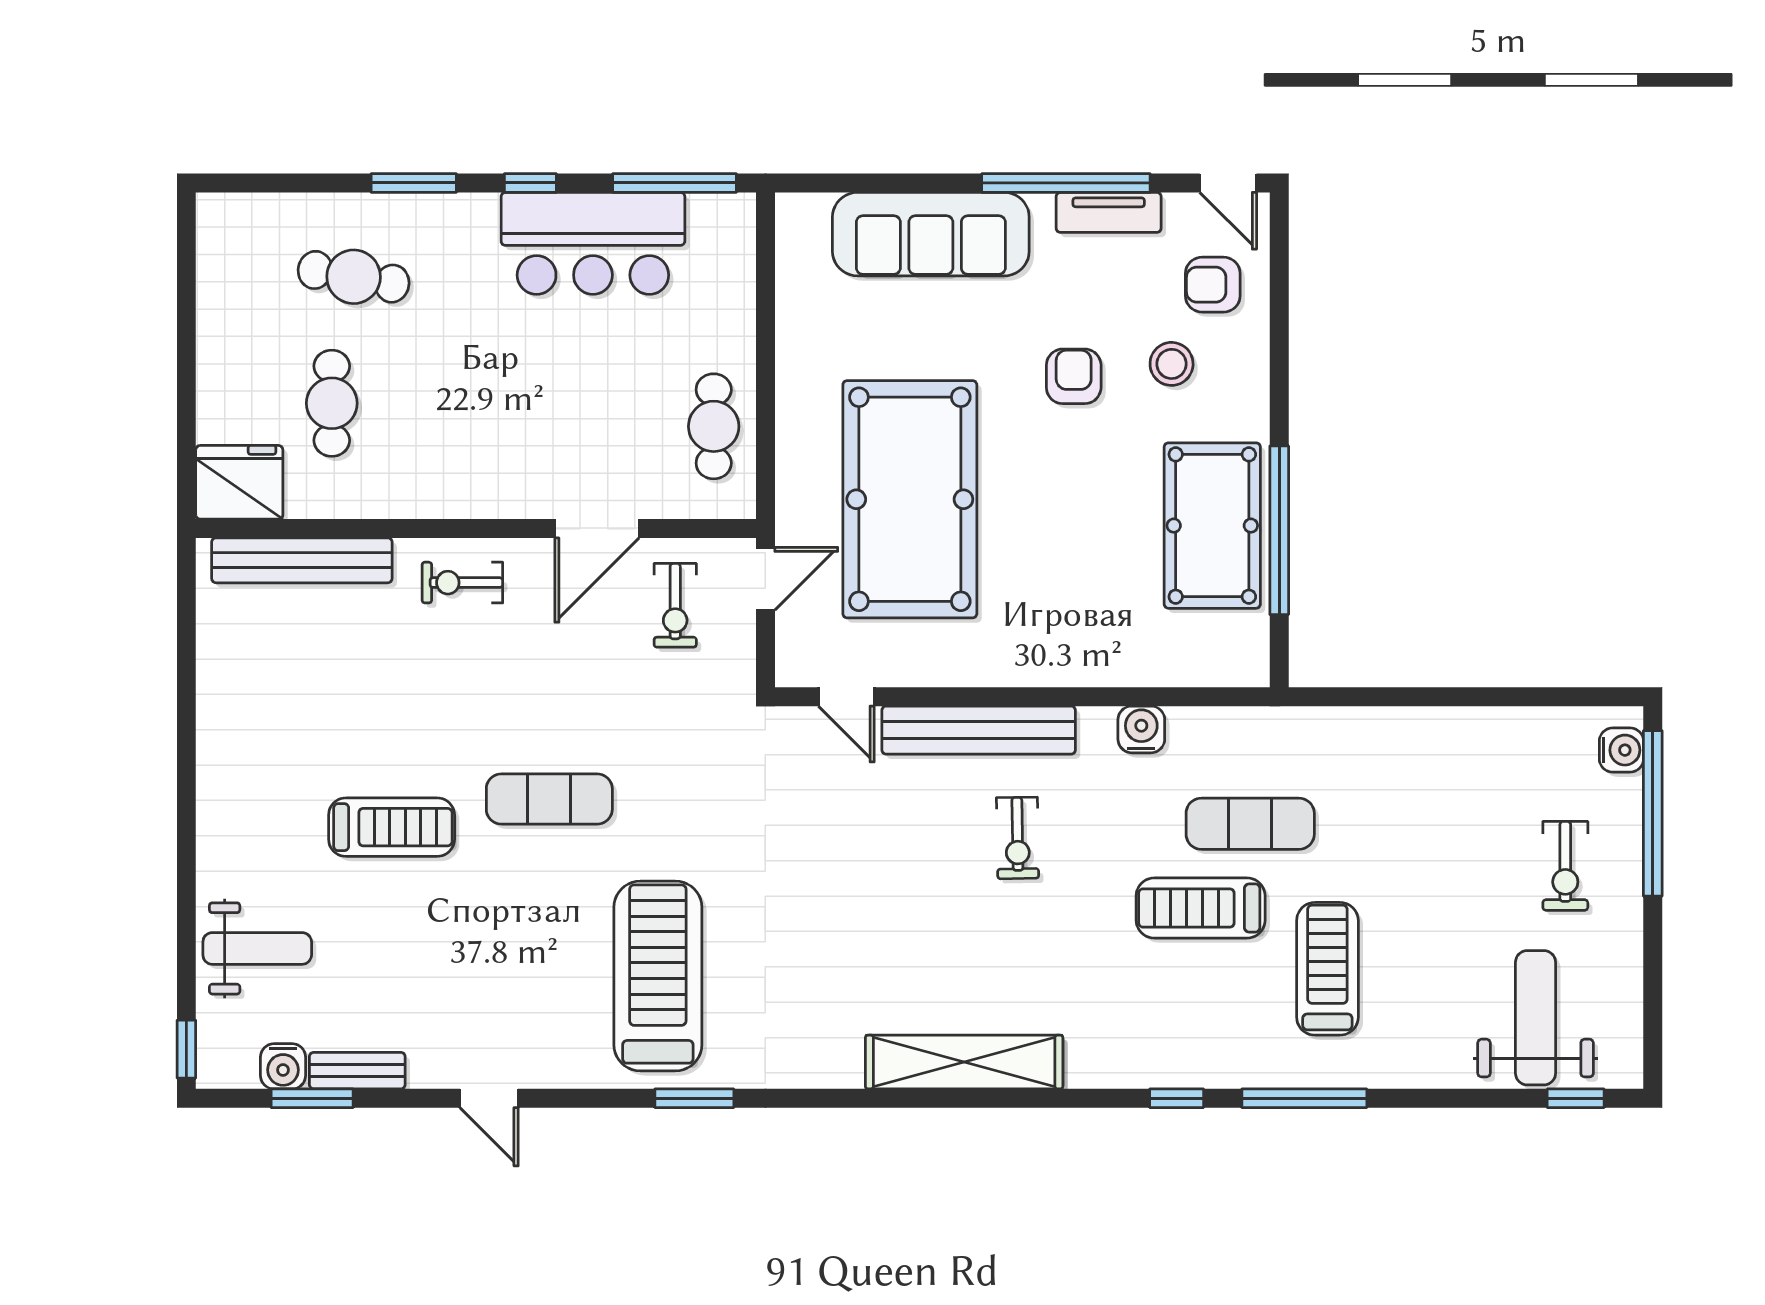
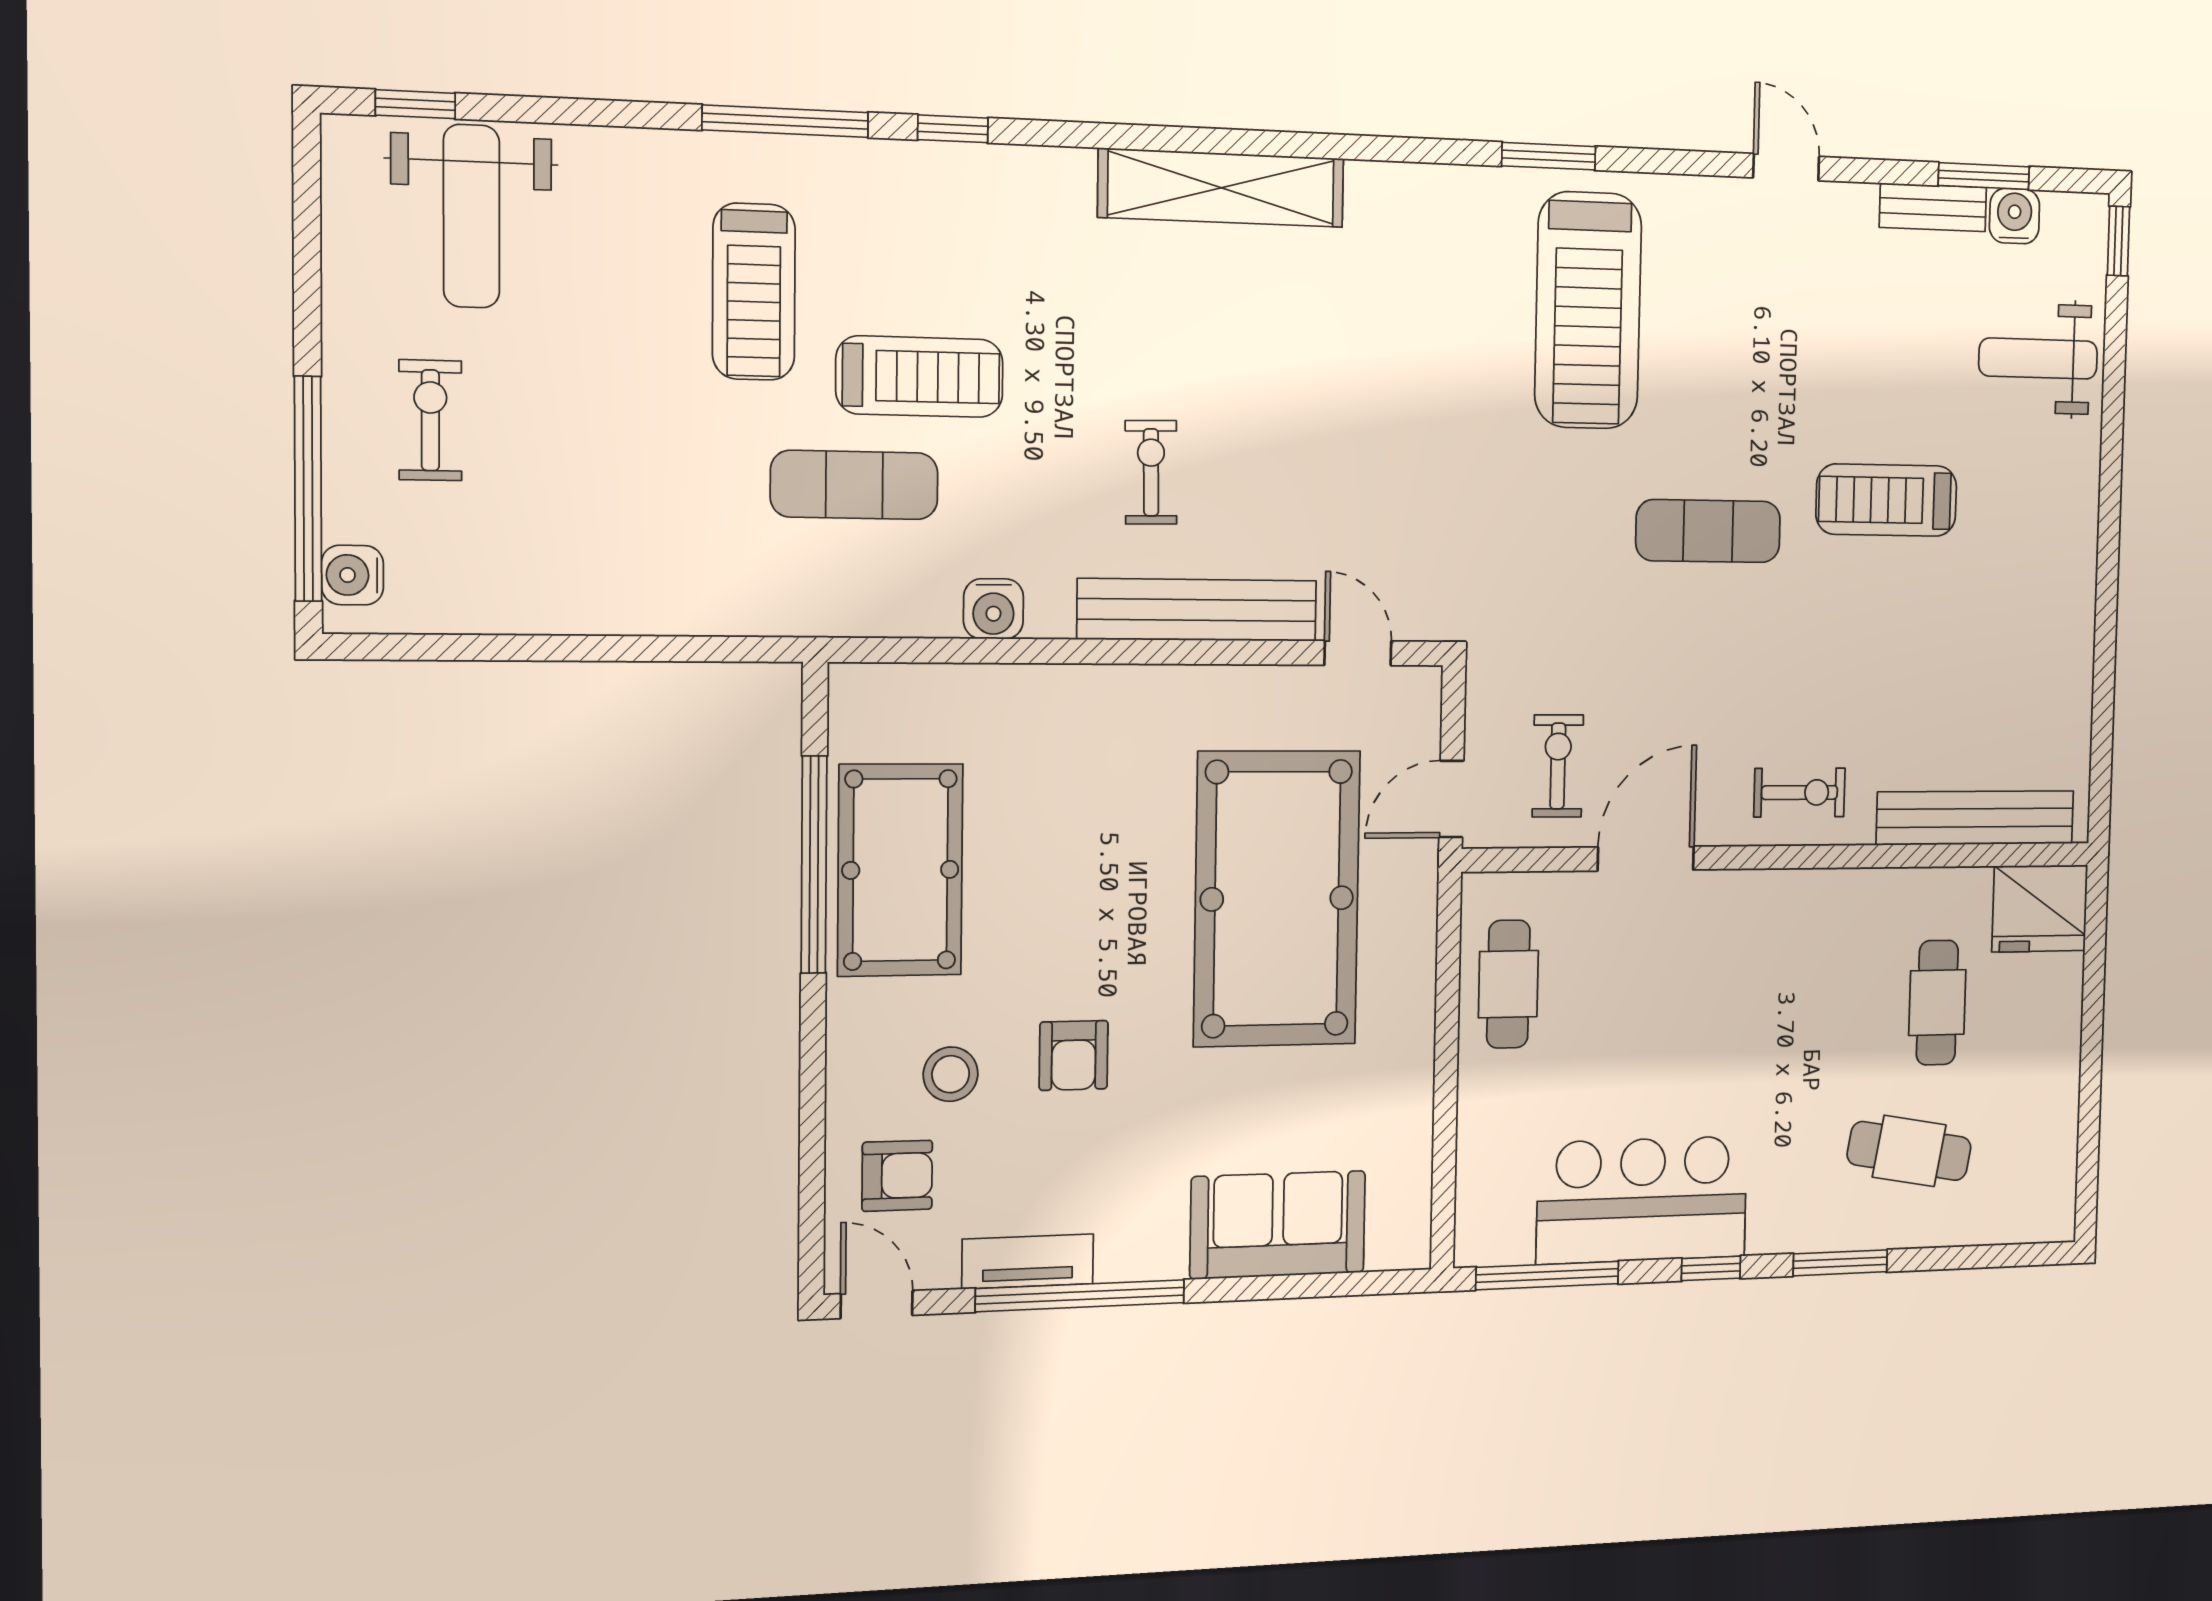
sofa: (931, 234) -> (1278, 1225), width x0.73

